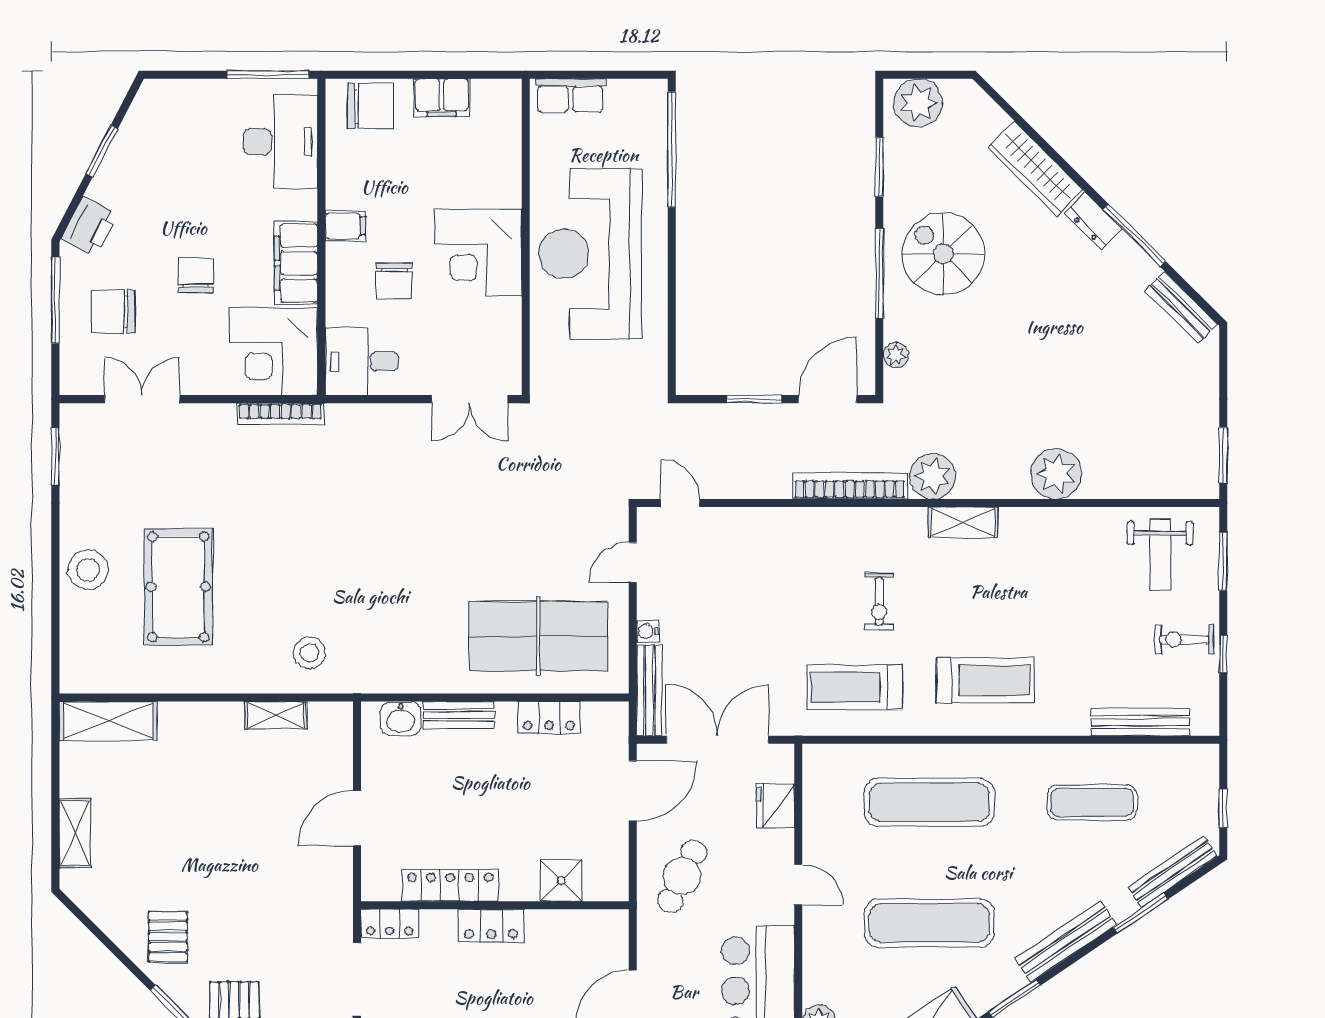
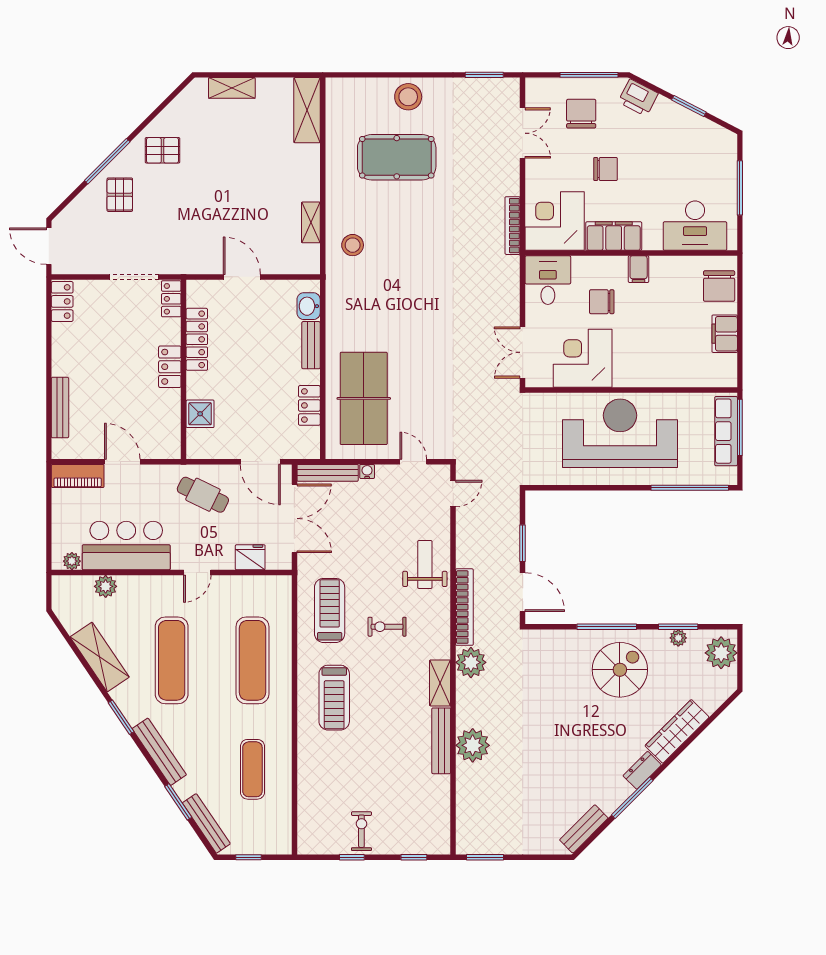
window: (268, 75) -> (740, 188), moved
window: (582, 75) -> (740, 427), added
row of seats: (570, 95) -> (726, 431), width x1.48
corner desk: (478, 253) -> (583, 358), moved
plant: (896, 355) -> (678, 638), moved
weight bench: (1160, 555) -> (425, 564), moved, turned 90
window: (1223, 561) -> (414, 857), width x0.67
bench: (1140, 722) -> (441, 741), moved

